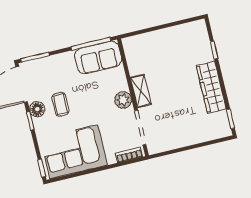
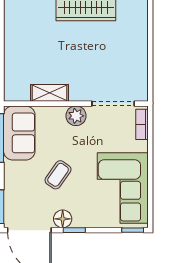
shelving: (141, 91) -> (50, 93), moved
coffee table: (60, 104) -> (58, 175), moved, turned -55

